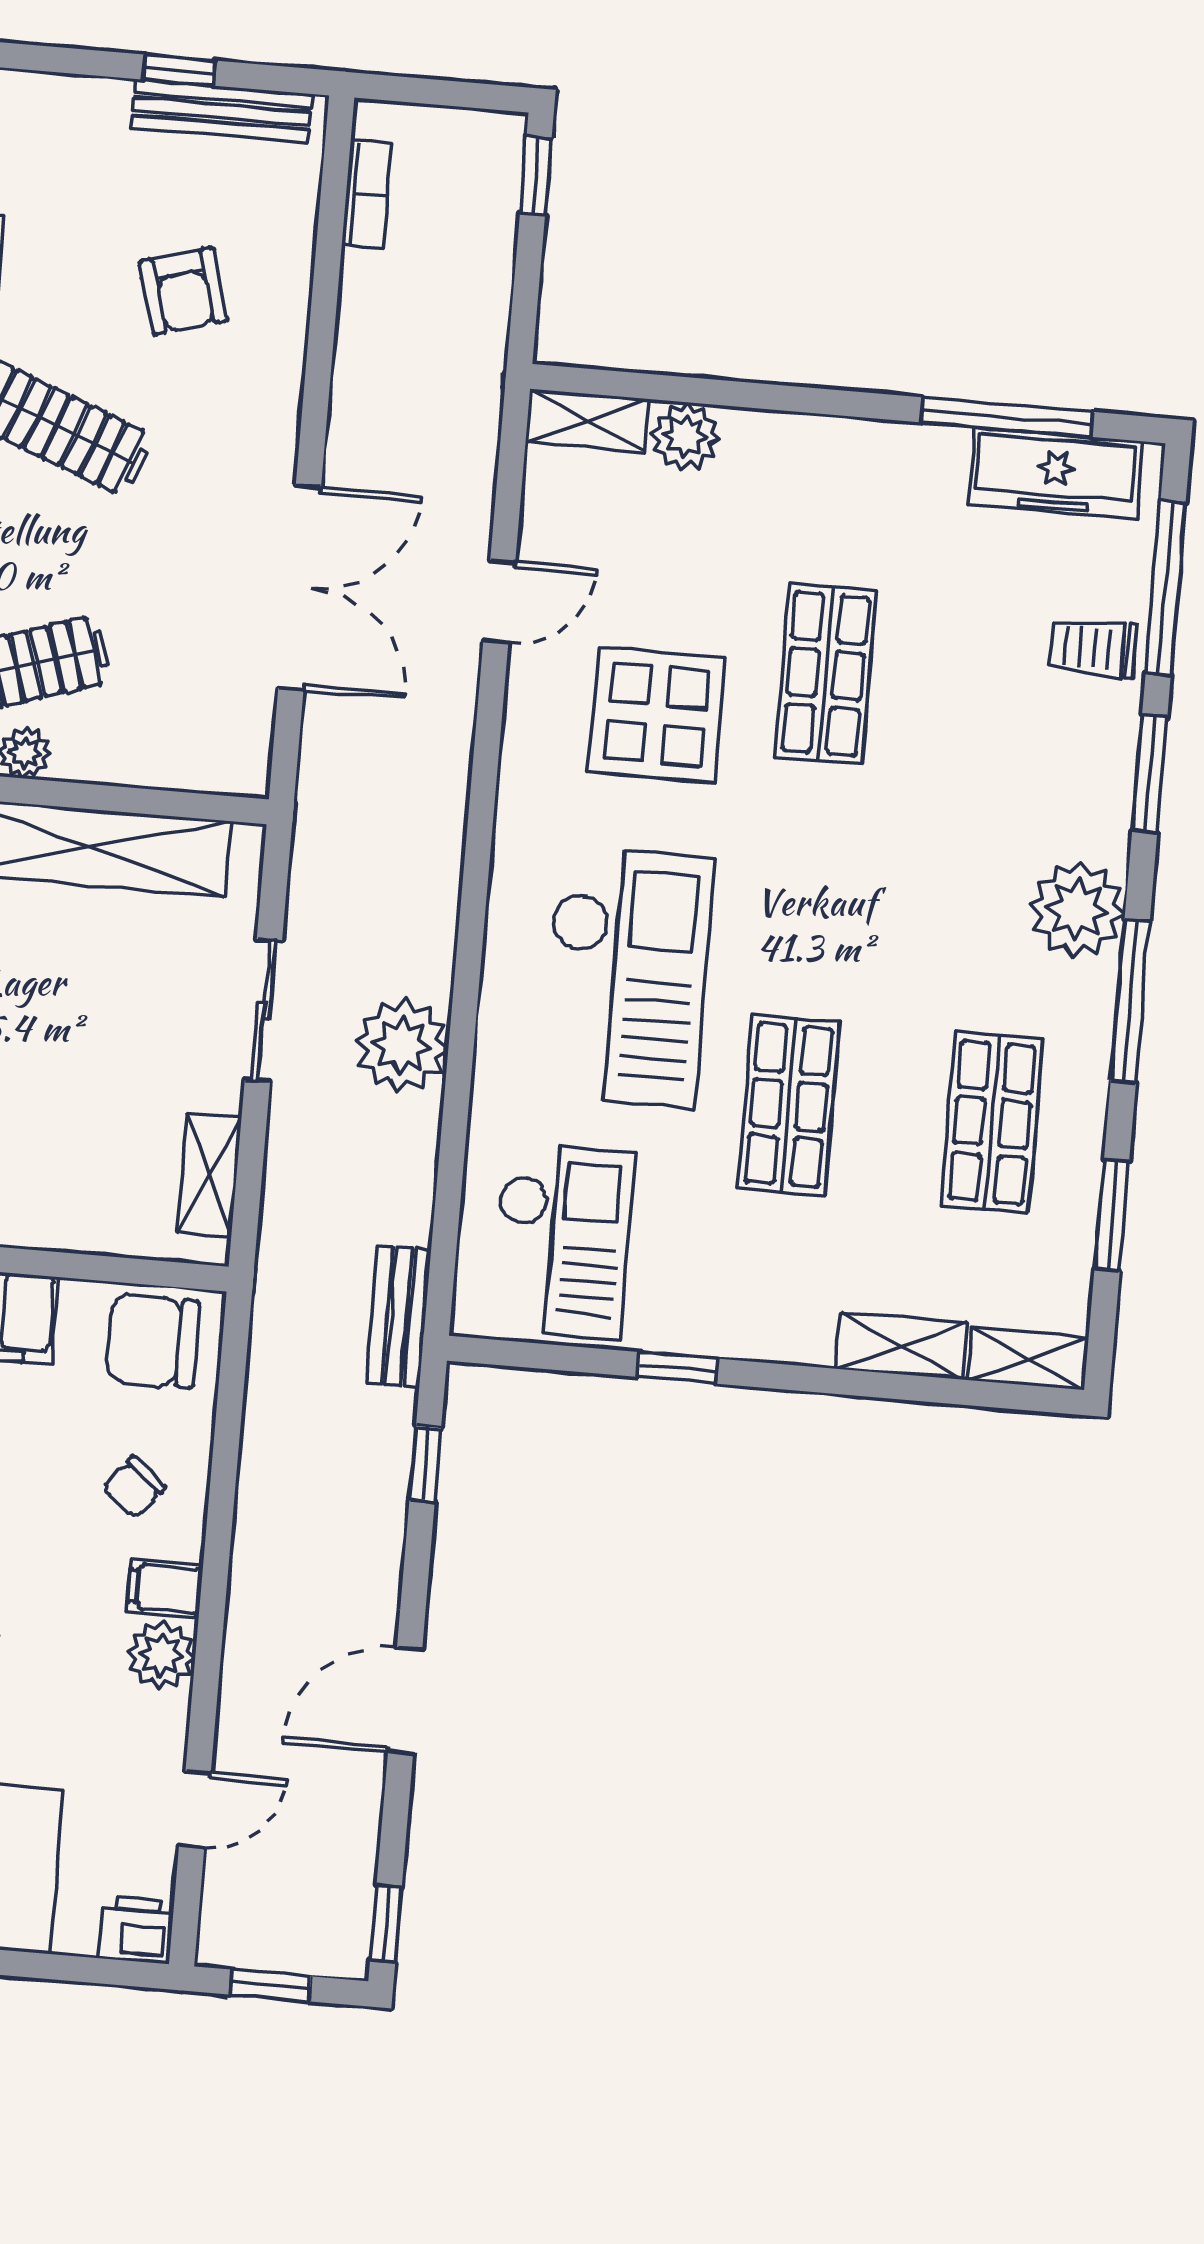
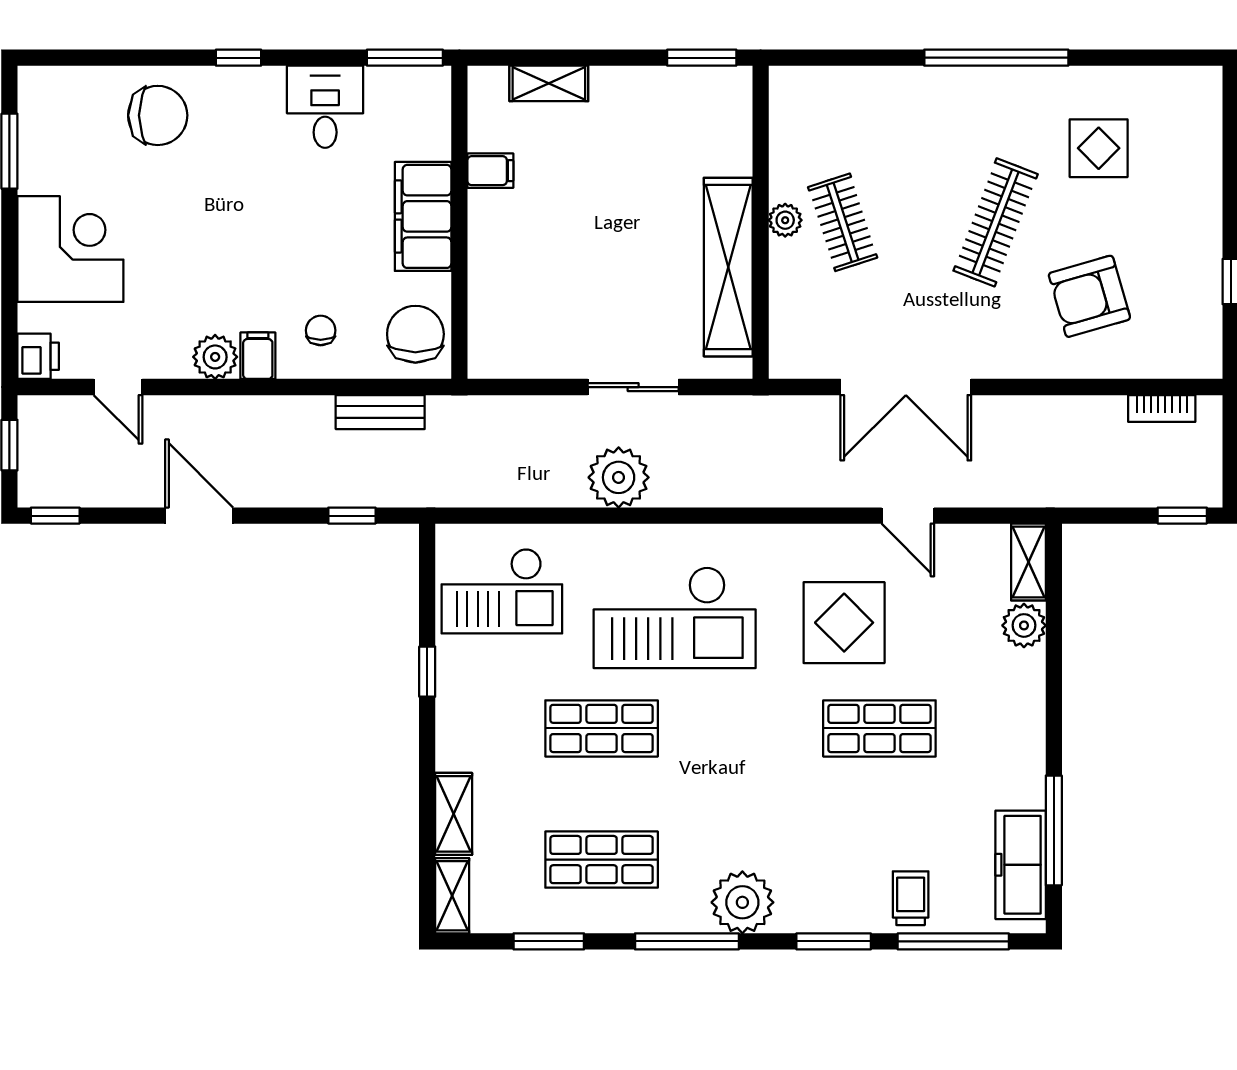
bench: (222, 111) -> (1207, 311), removed
armchair: (183, 291) -> (1089, 296), width x1.38, depth x1.38
shelving: (209, 1175) -> (525, 361), removed
bench: (399, 1316) -> (380, 412), moved
chair: (134, 1488) -> (321, 330), turned 51

